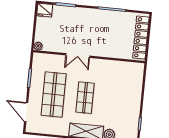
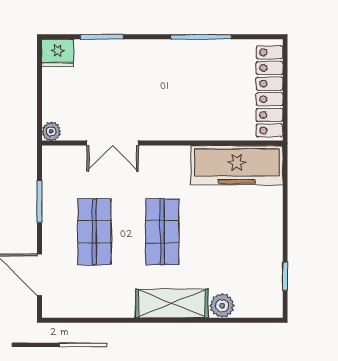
double door: (78, 56) -> (113, 143), moved
freezer: (122, 70) -> (237, 165), added
shop shelf: (54, 94) -> (94, 232), width x0.70, depth x0.74

